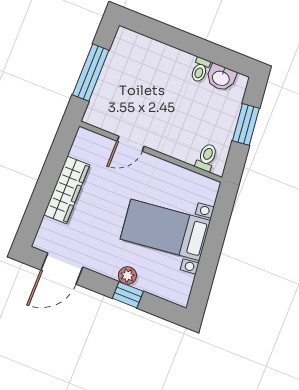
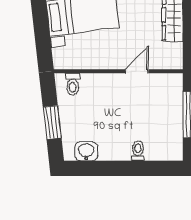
toilet: (200, 70) -> (138, 151), moved

